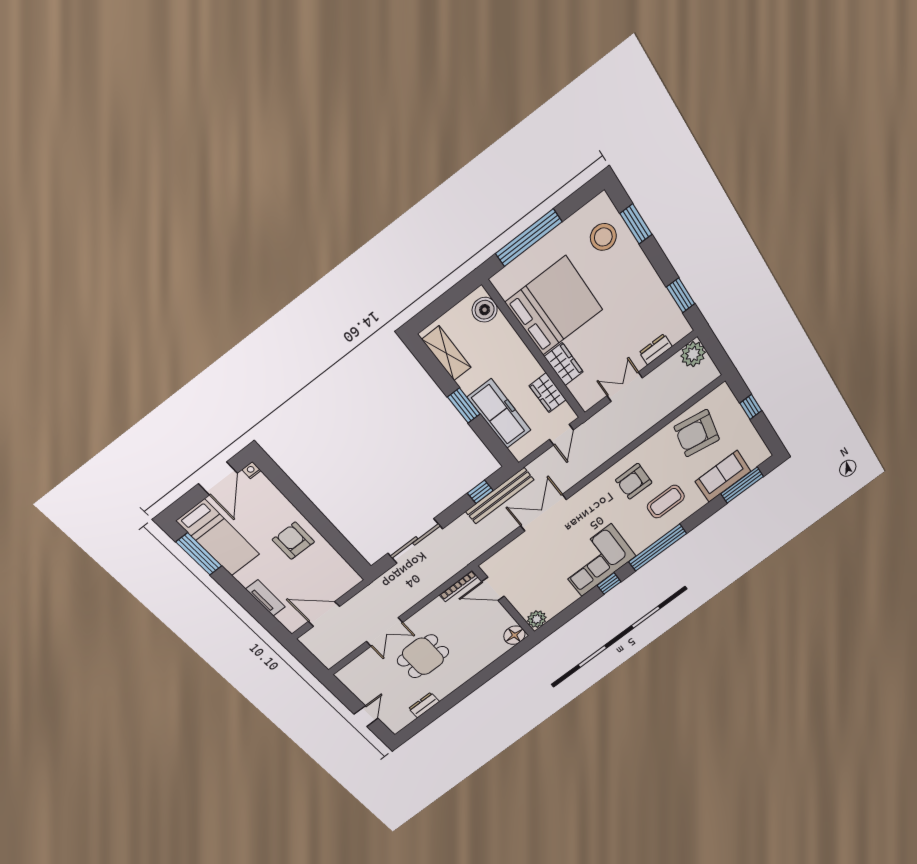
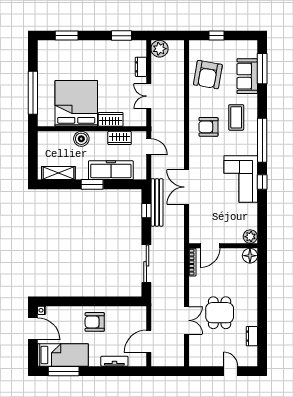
stool: (603, 237) -> (61, 56), removed
boiler: (485, 310) -> (81, 139), moved
armchair: (634, 481) -> (208, 127), turned 90

